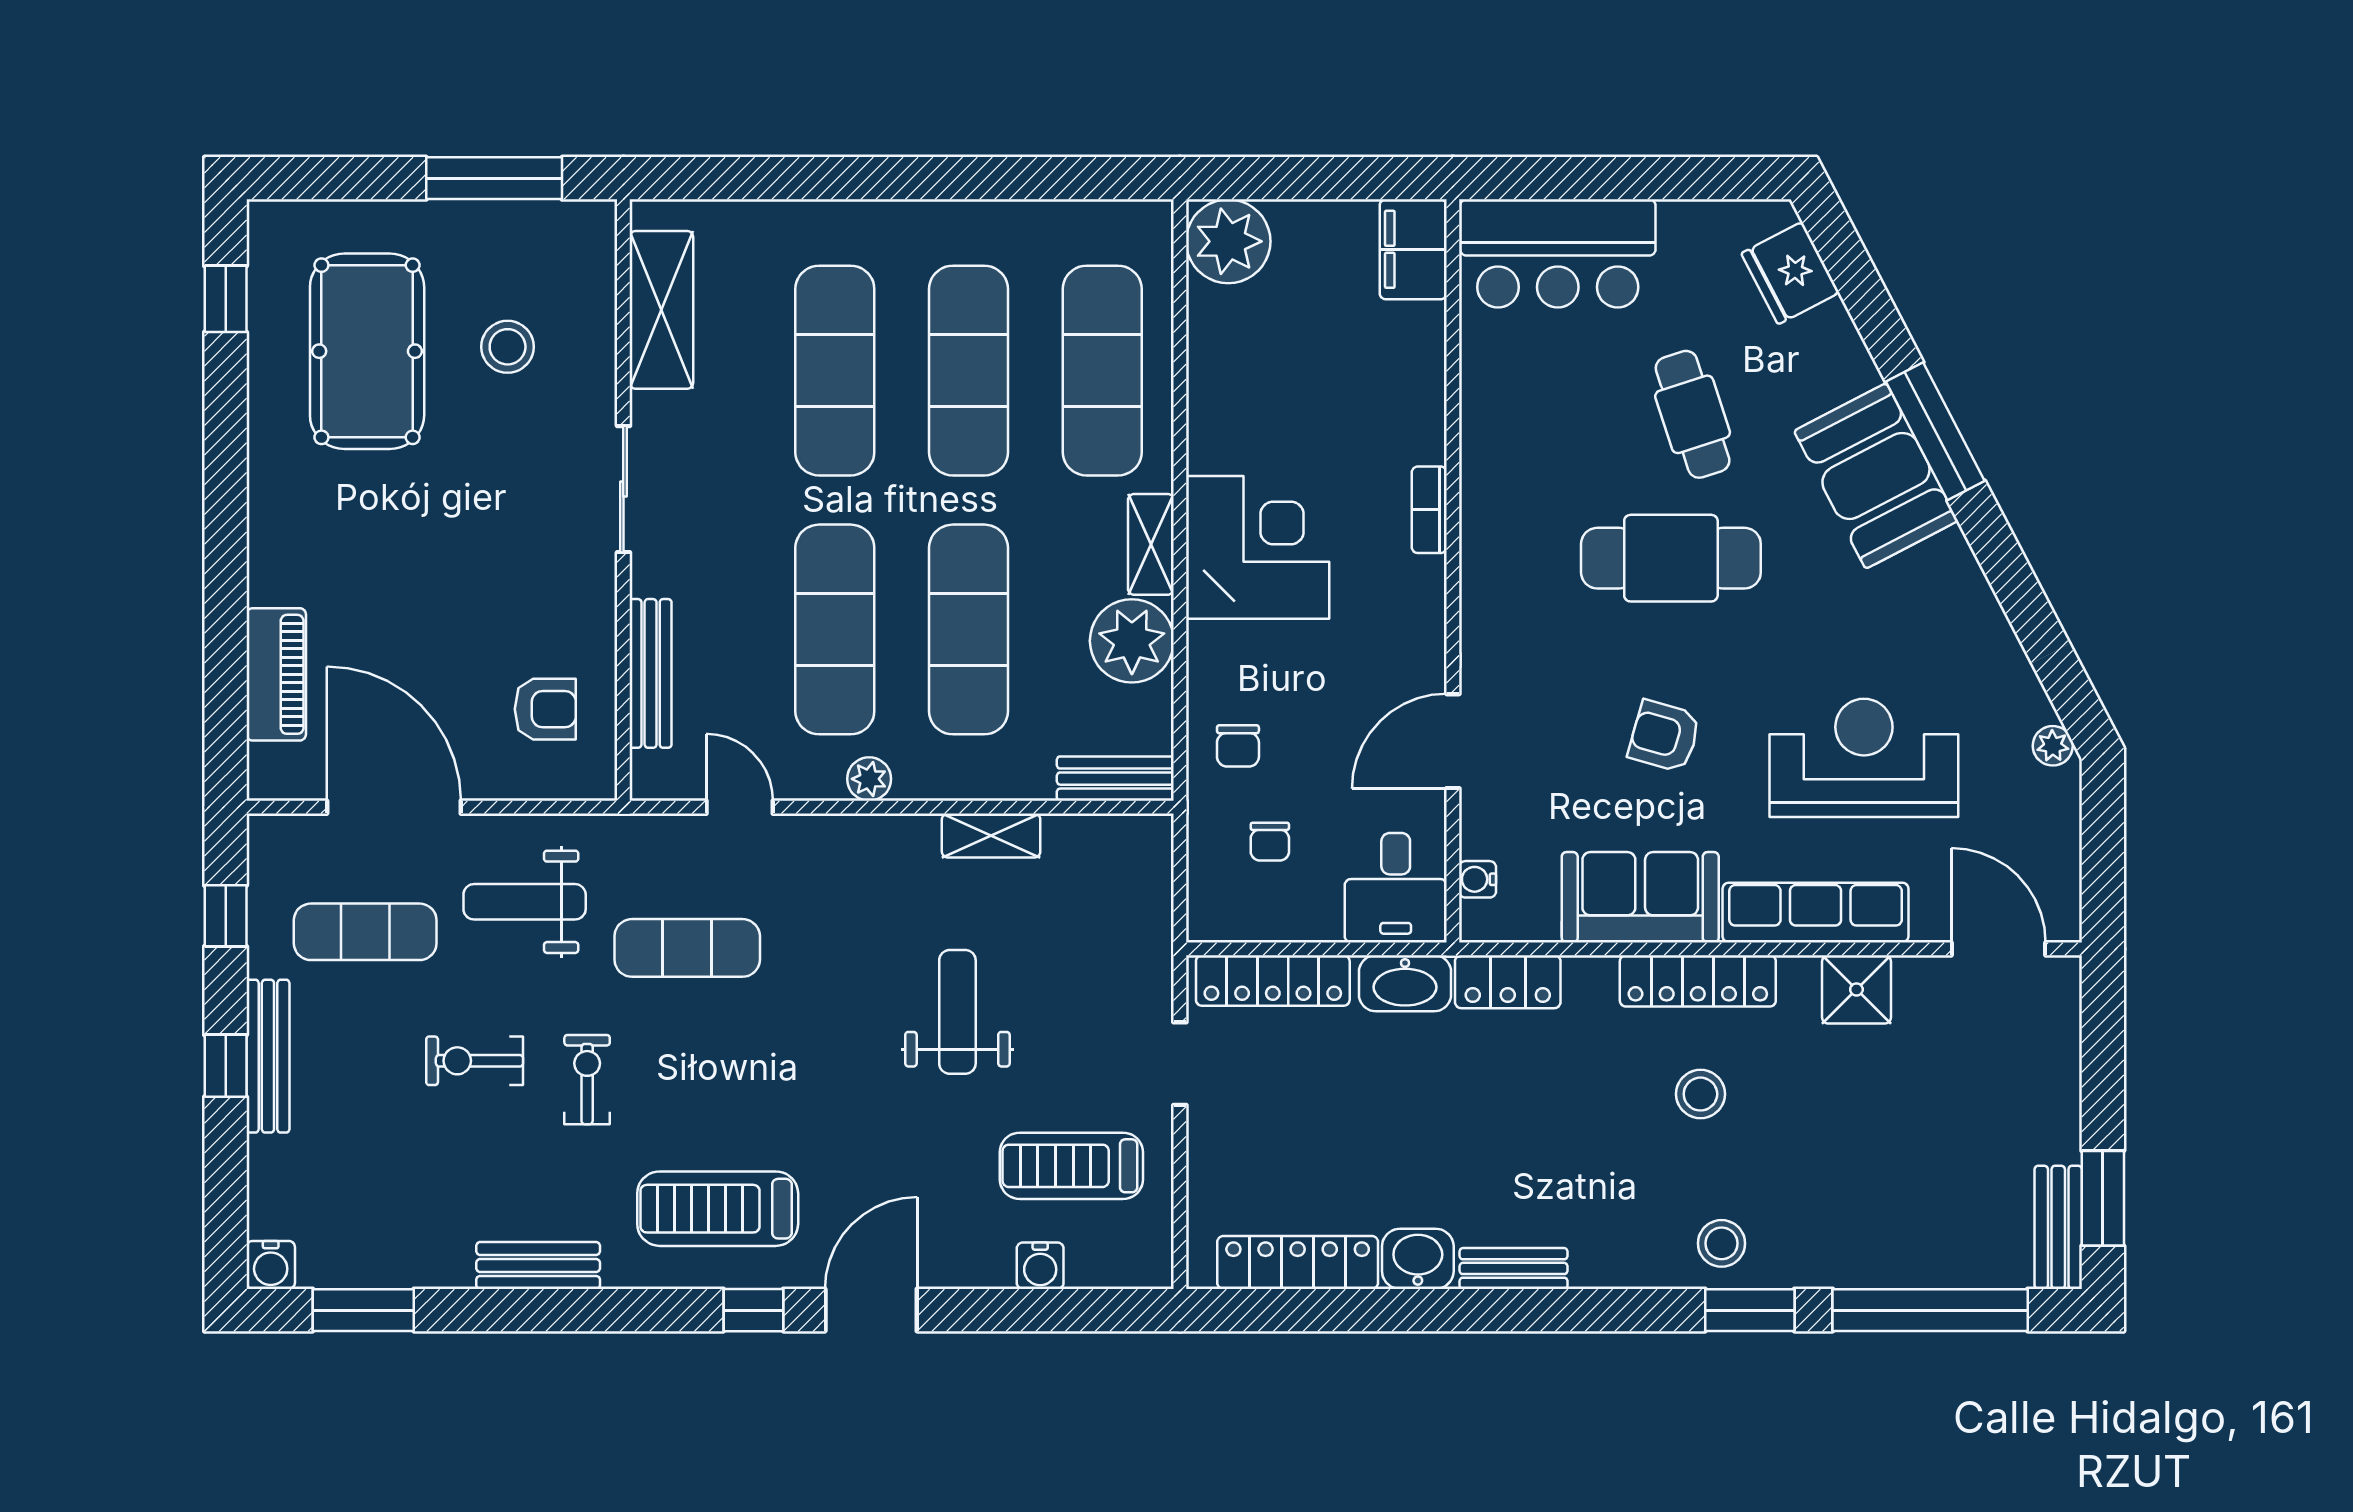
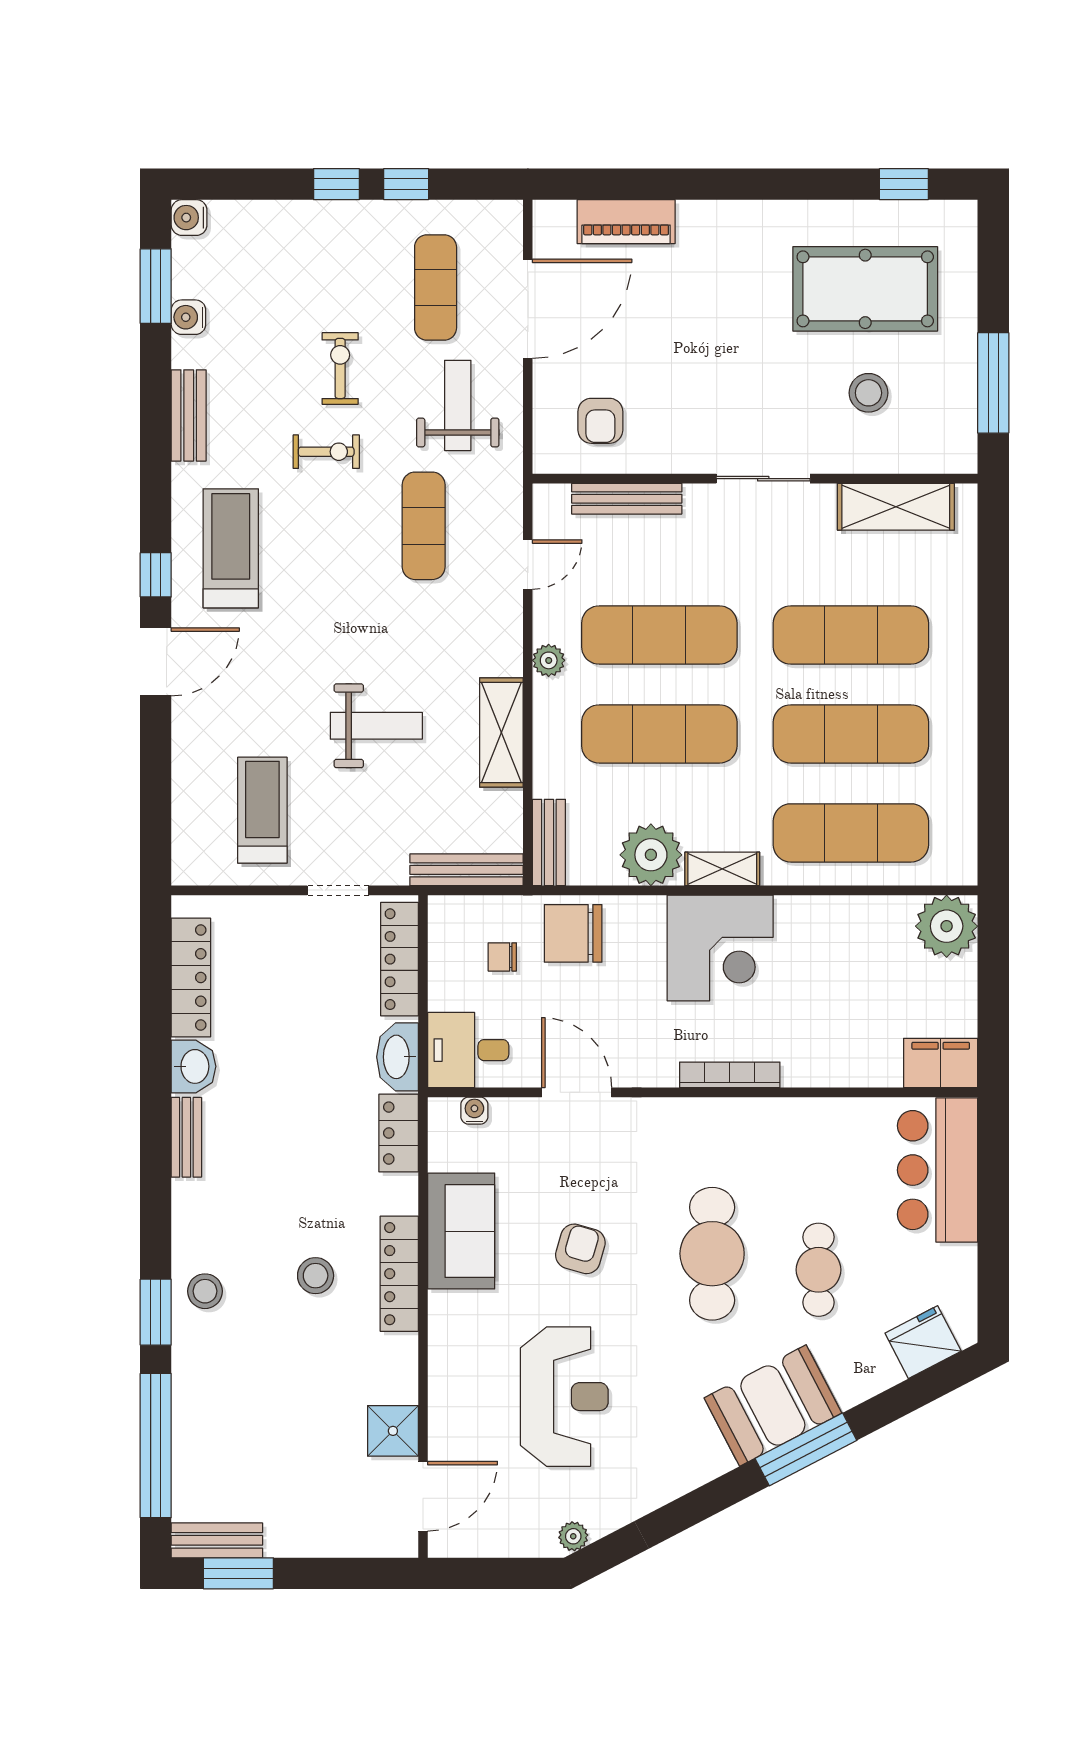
cafe table: (1693, 414) -> (819, 1270), turned -72
bookcase: (1429, 510) -> (730, 1075), width x1.56
chair: (1238, 746) -> (573, 933), width x1.87, depth x1.87
shelving: (991, 836) -> (501, 732), width x1.50, depth x1.33
row of seats: (1816, 913) -> (450, 1361), removed
window: (226, 916) -> (406, 184), moved
shower: (1856, 989) -> (393, 1431), moved
bench: (268, 1056) -> (467, 870), moved
water cooler: (1040, 1266) -> (188, 317), moved
door: (871, 1310) -> (156, 662), hinge flipped

